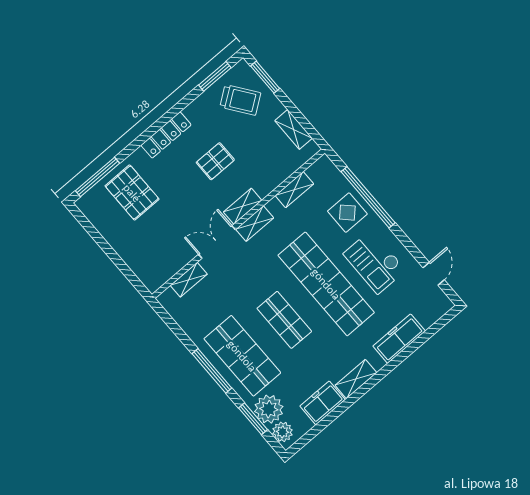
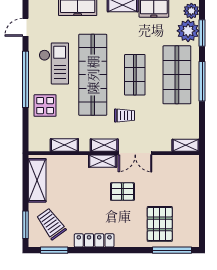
shelving: (294, 129) -> (37, 180), width x1.50, depth x1.33
locker: (166, 135) -> (94, 240), moved
pallet: (215, 161) -> (122, 192), moved
window: (368, 197) -> (26, 79), moved
trolley: (260, 271) -> (125, 115), added
shelving: (189, 280) -> (186, 145), moved

